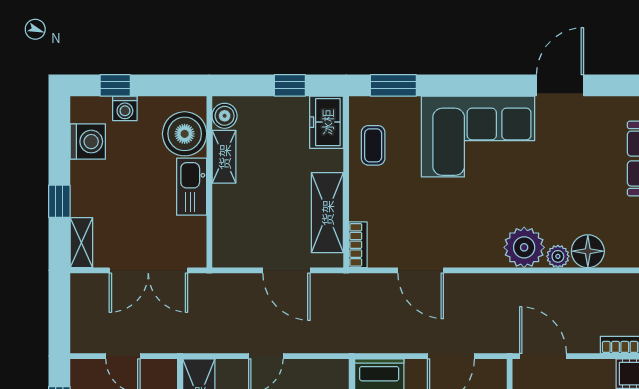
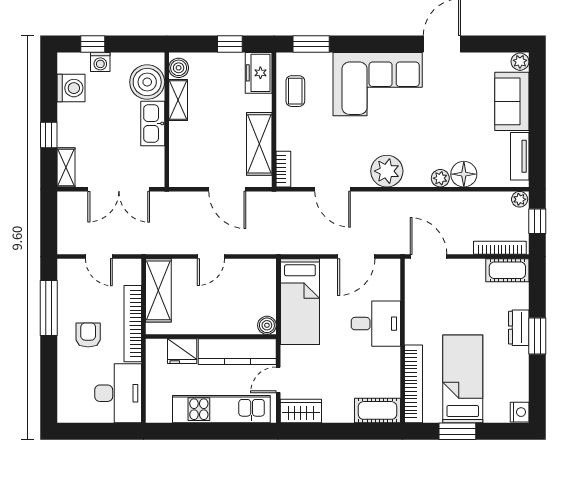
plant: (524, 247) -> (387, 171), moved

